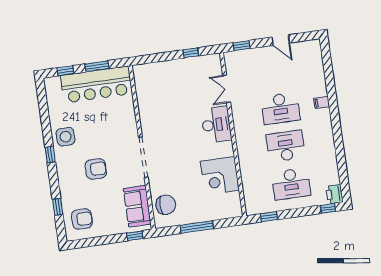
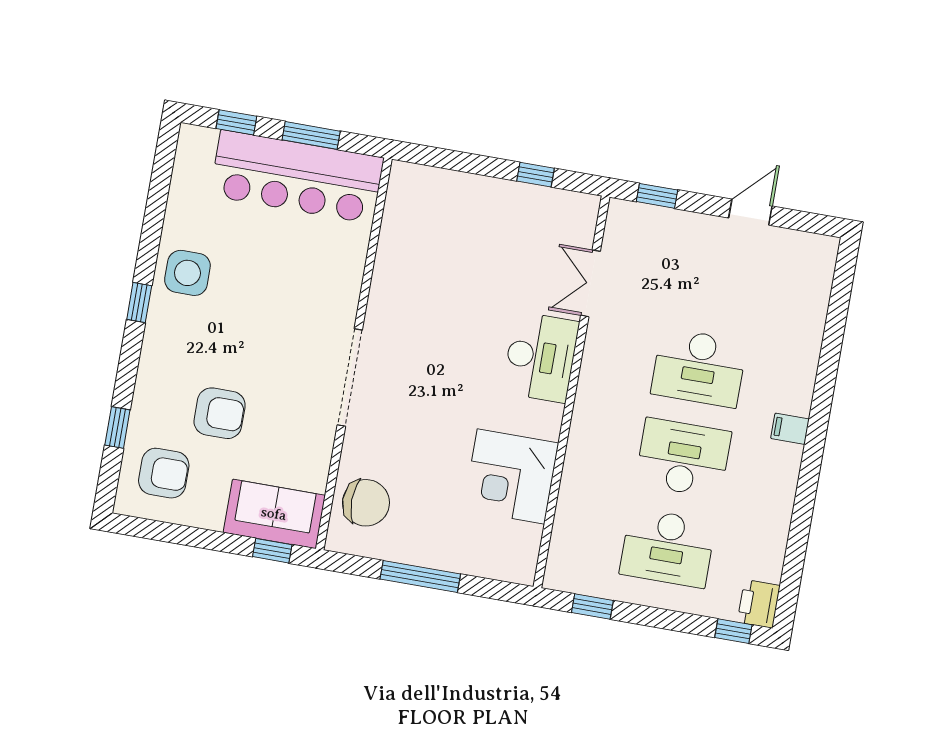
door: (281, 40) -> (750, 212), swing flipped
filing cabinet: (322, 103) -> (790, 429), moved
armchair: (96, 169) -> (220, 413), moved
sofa: (137, 206) -> (274, 514), moved, turned 90

